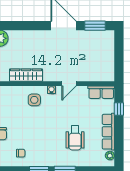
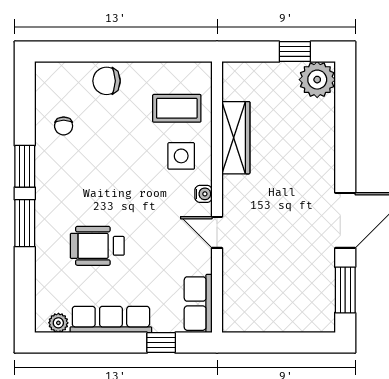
coffee table: (13, 102) -> (177, 108), added

